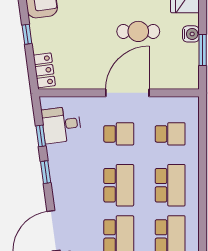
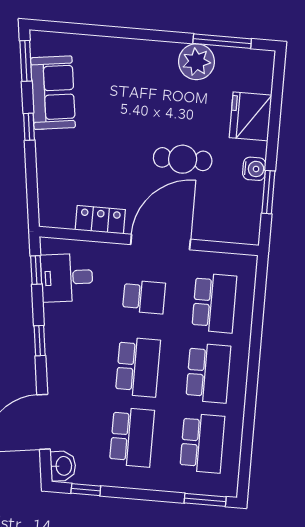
window: (27, 34) -> (29, 127), moved
locker: (44, 70) -> (100, 220), moved, turned -82
school desk: (170, 134) -> (214, 303), width x1.85
window: (41, 136) -> (36, 270), moved

